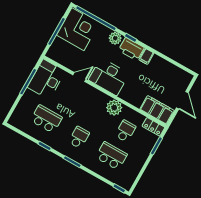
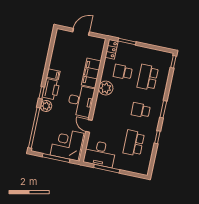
corner desk: (78, 29) -> (67, 144), moved
filing cabinet: (157, 110) -> (91, 73), moved

